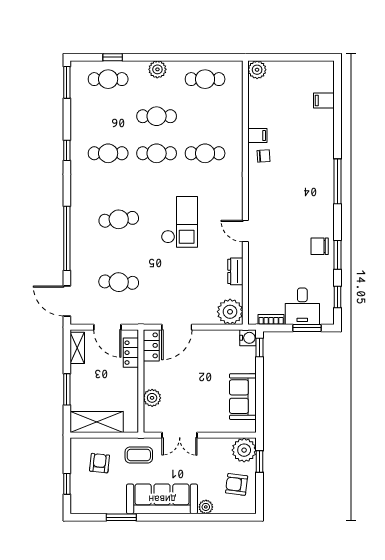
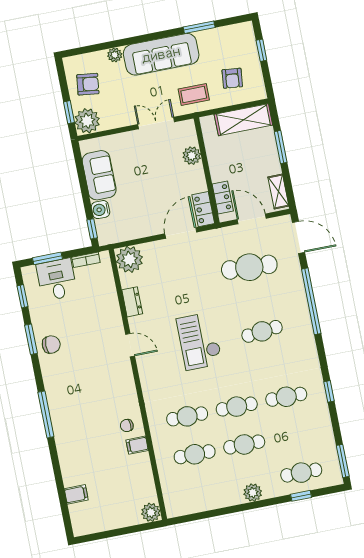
cafe table: (205, 79) -> (195, 454), moved
cafe table: (119, 282) -> (249, 267), width x1.37, depth x1.35
water cooler: (248, 338) -> (101, 210), moved

